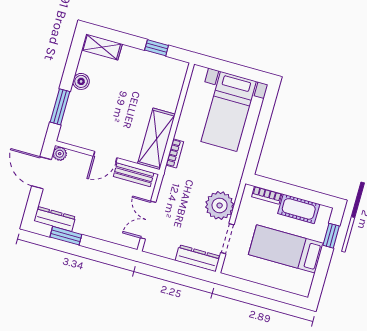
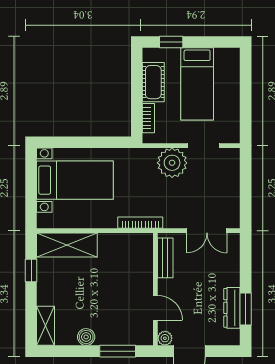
shelving: (156, 139) -> (67, 245), moved
bookcase: (175, 153) -> (140, 223), width x1.56
door: (105, 157) -> (155, 308), moved
dresser: (55, 219) -> (232, 308), moved
dresser: (198, 258) -> (231, 170), removed

